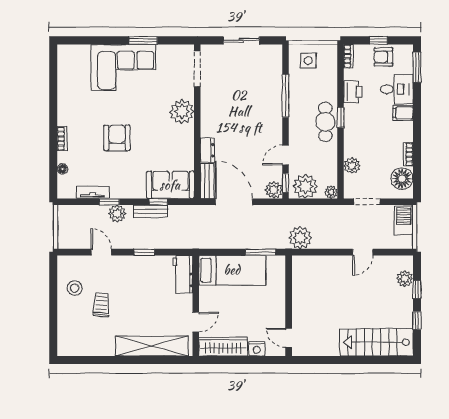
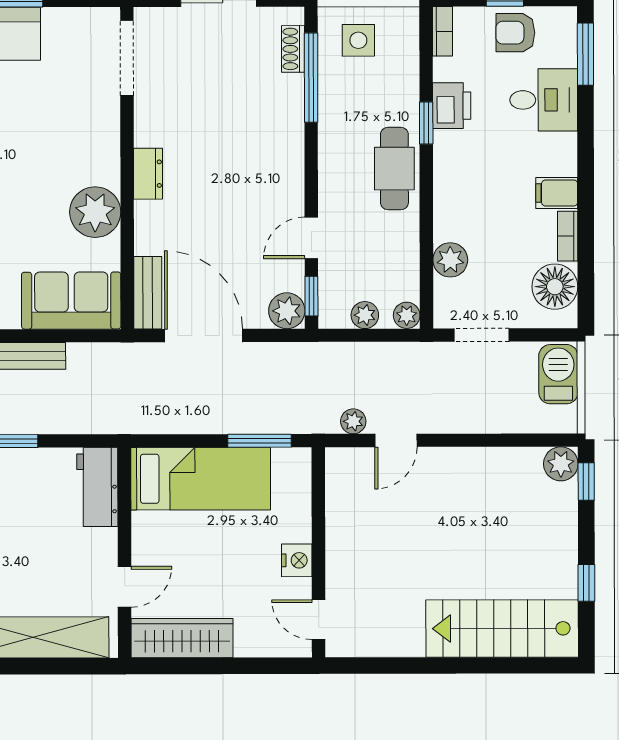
shoe rack: (277, 65) -> (293, 49), added
window: (285, 96) -> (311, 78), moved
plant: (182, 112) -> (95, 212), moved
filing cabinet: (403, 113) -> (557, 193), moved
window: (341, 117) -> (426, 123), moved
dresser: (207, 150) -> (148, 174), moved
plant: (305, 186) -> (365, 315), width x0.53, depth x0.53
window: (158, 202) -> (46, 336), removed
plant: (300, 238) -> (353, 421), width x0.53, depth x0.53
door: (363, 252) -> (396, 440), moved
plant: (405, 279) -> (561, 464), moved
window: (417, 289) -> (586, 481), moved
nightstand: (257, 349) -> (297, 560), moved, turned -90

